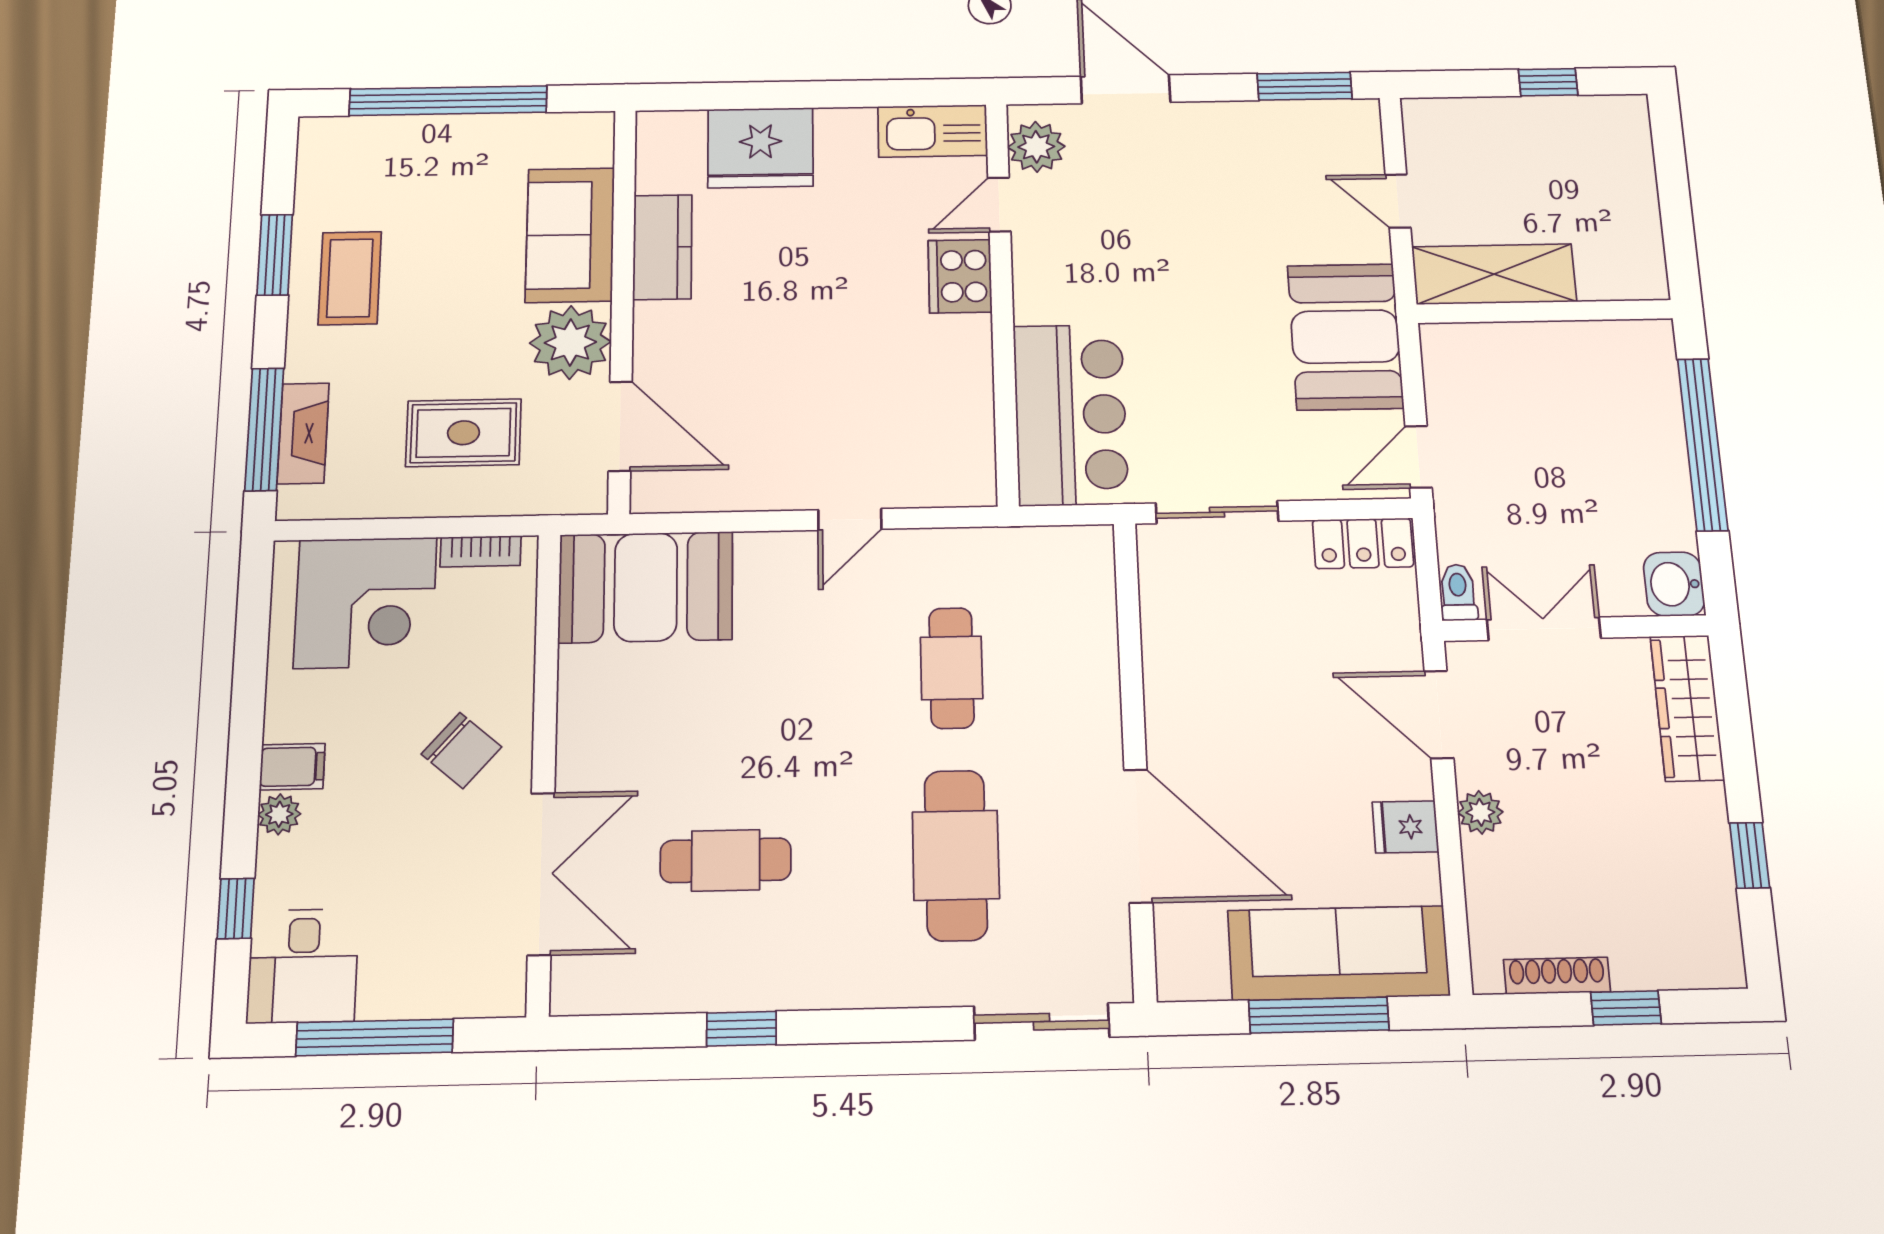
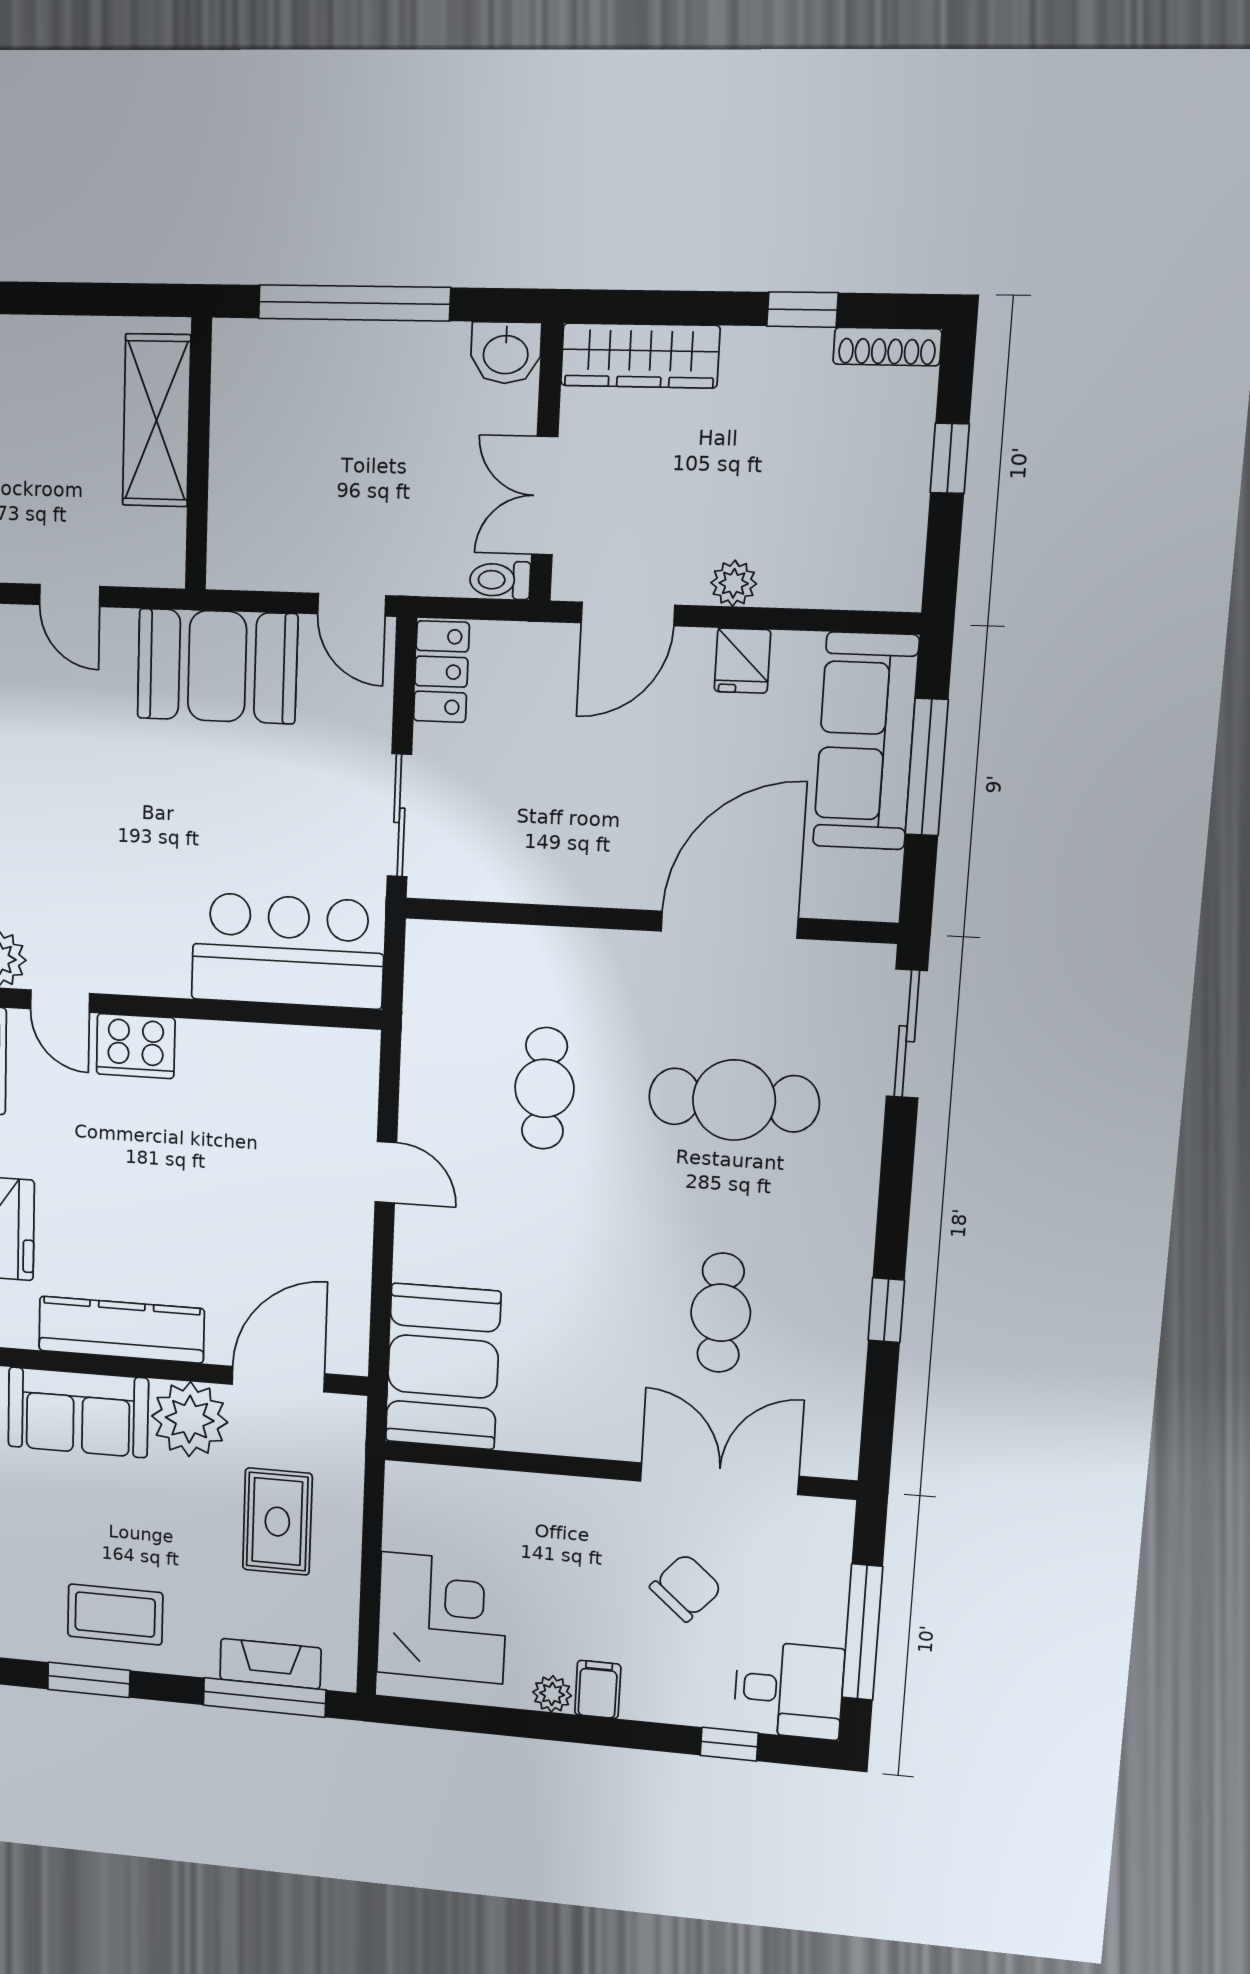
door: (1398, 201) -> (70, 596), hinge flipped
kitchen counter: (662, 247) -> (121, 1330), width x1.50
shelving: (1494, 274) -> (156, 420), moved
bookcase: (481, 551) -> (398, 1513), removed
cafe table: (951, 668) -> (544, 1088), turned 90
chair: (461, 750) -> (686, 1588), moved
plant: (279, 814) -> (552, 1694), moved
shoe rack: (1557, 976) -> (887, 347), moved, turned -90

